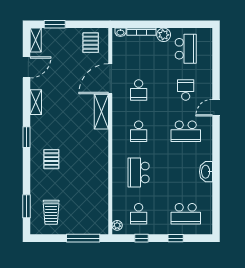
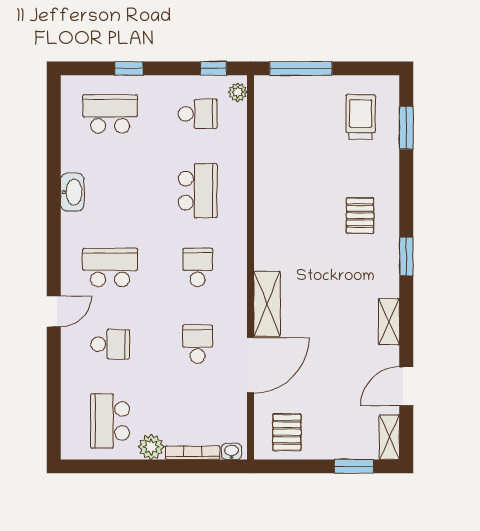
school desk: (186, 90) -> (110, 344), turned -90
school desk: (139, 214) -> (198, 114), turned 90
window: (142, 238) -> (213, 68), moved

